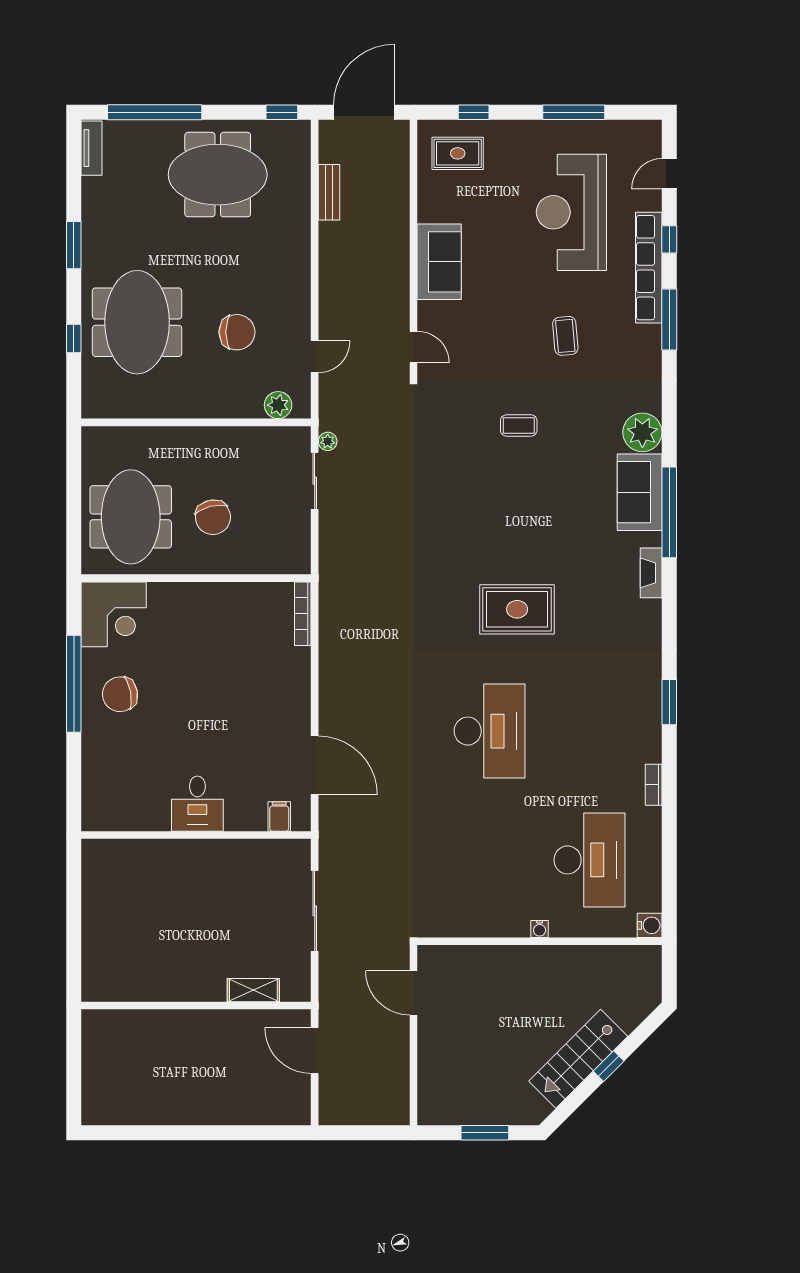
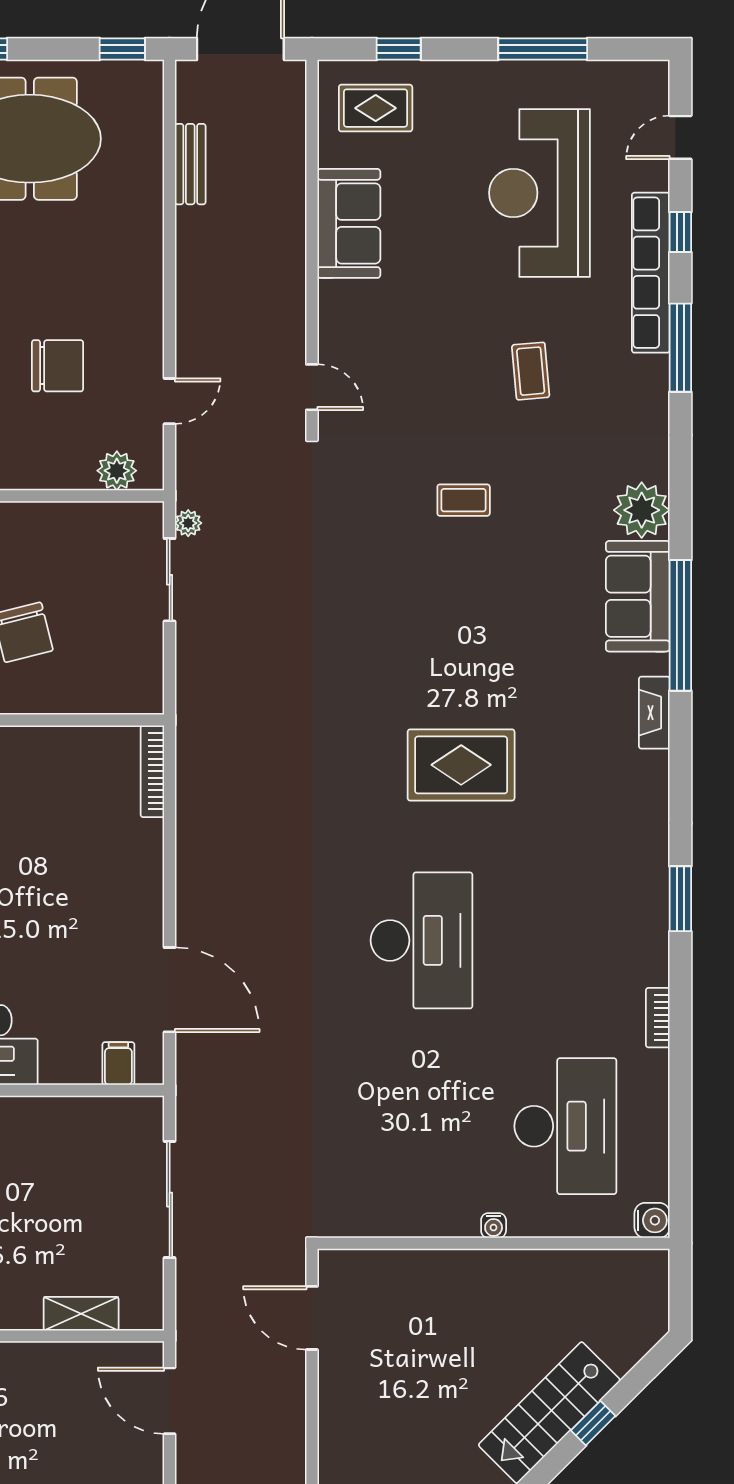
sofa: (439, 262) -> (349, 223), moved

